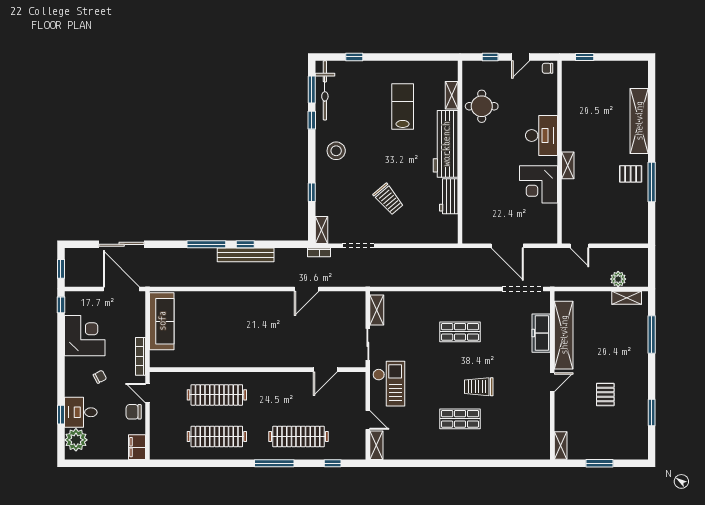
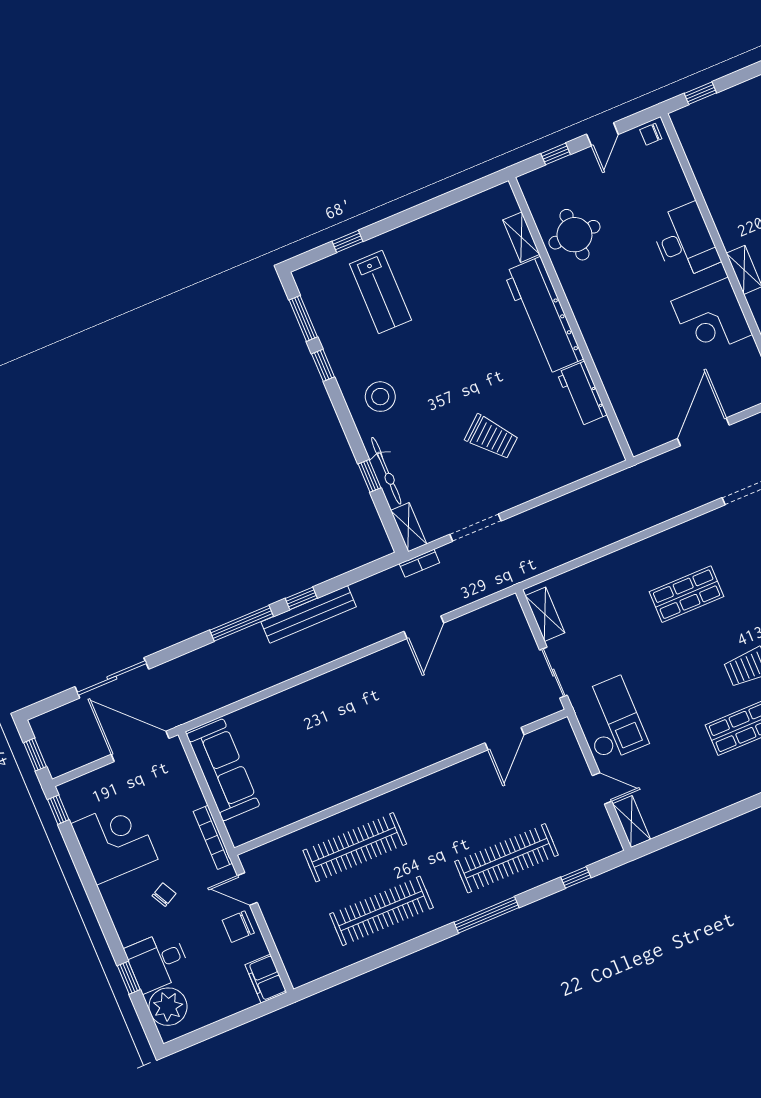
bicycle: (325, 90) -> (386, 471), moved, width x0.73, depth x0.71
lab bench: (403, 107) -> (380, 292), moved, turned 180
door: (507, 246) -> (703, 432), swing flipped

